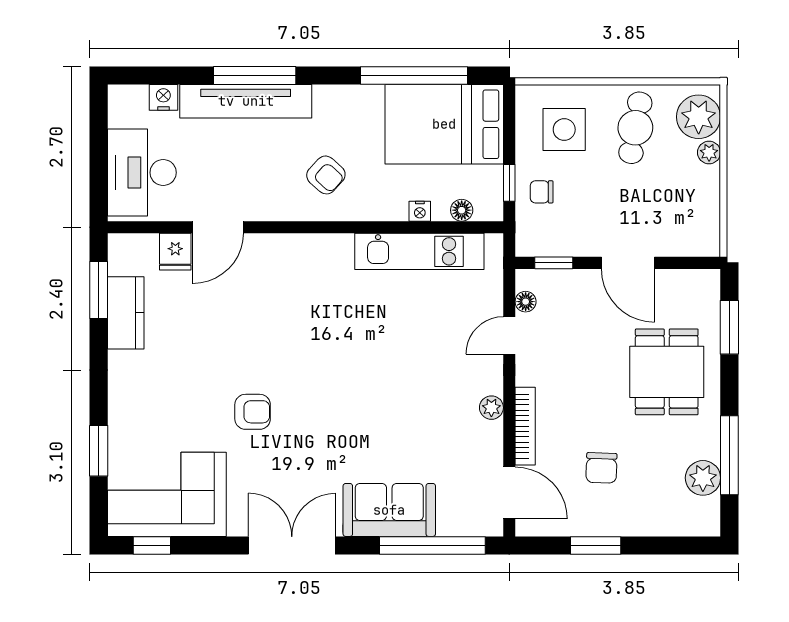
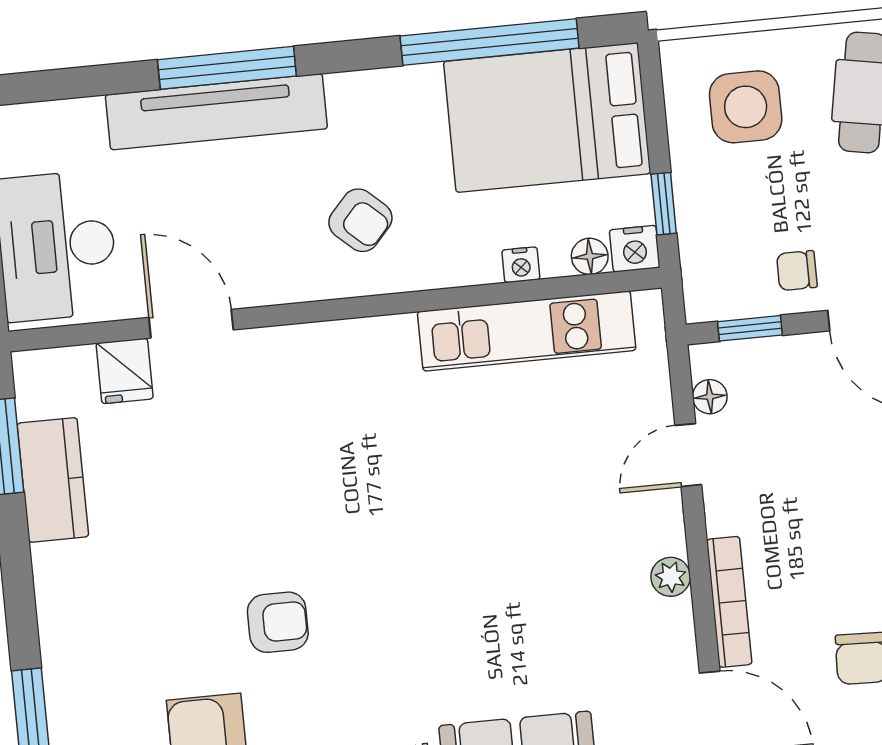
nightstand: (163, 97) -> (635, 249), moved, turned 180
chair: (542, 192) -> (797, 271), moved
door: (218, 227) -> (191, 324), swing flipped

